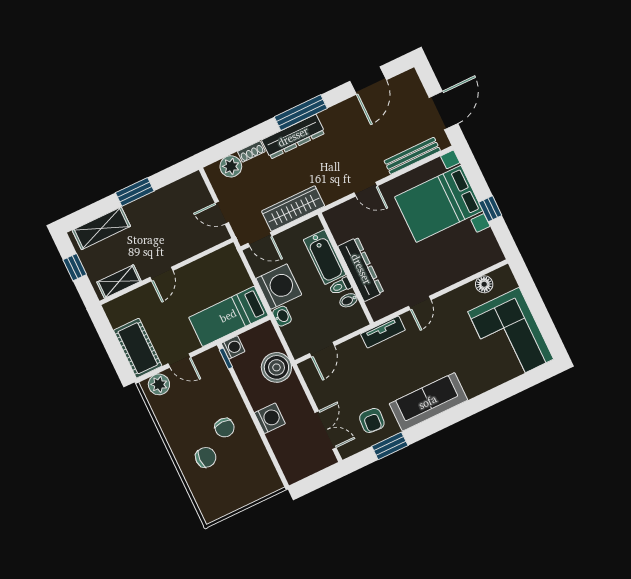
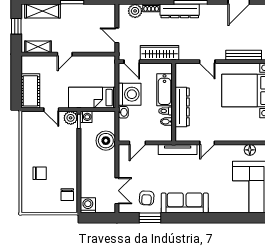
tv unit: (383, 332) -> (178, 150), width x1.41
plant: (159, 384) -> (71, 118), moved
washing machine: (270, 418) -> (88, 205), moved, turned -90
chair: (225, 428) -> (67, 195), moved

